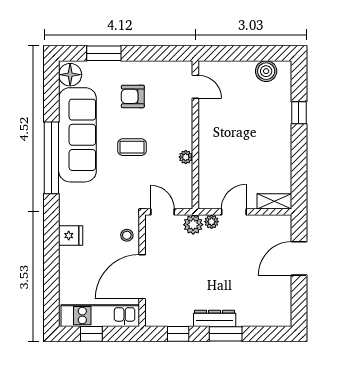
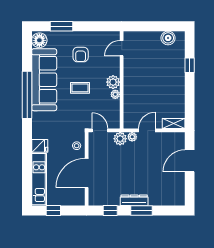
door: (195, 87) -> (122, 48), swing flipped
armchair: (133, 96) -> (81, 55), turned -90
plant: (182, 138) -> (113, 82), added
kitchen unit: (100, 316) -> (39, 179), moved, turned 90

